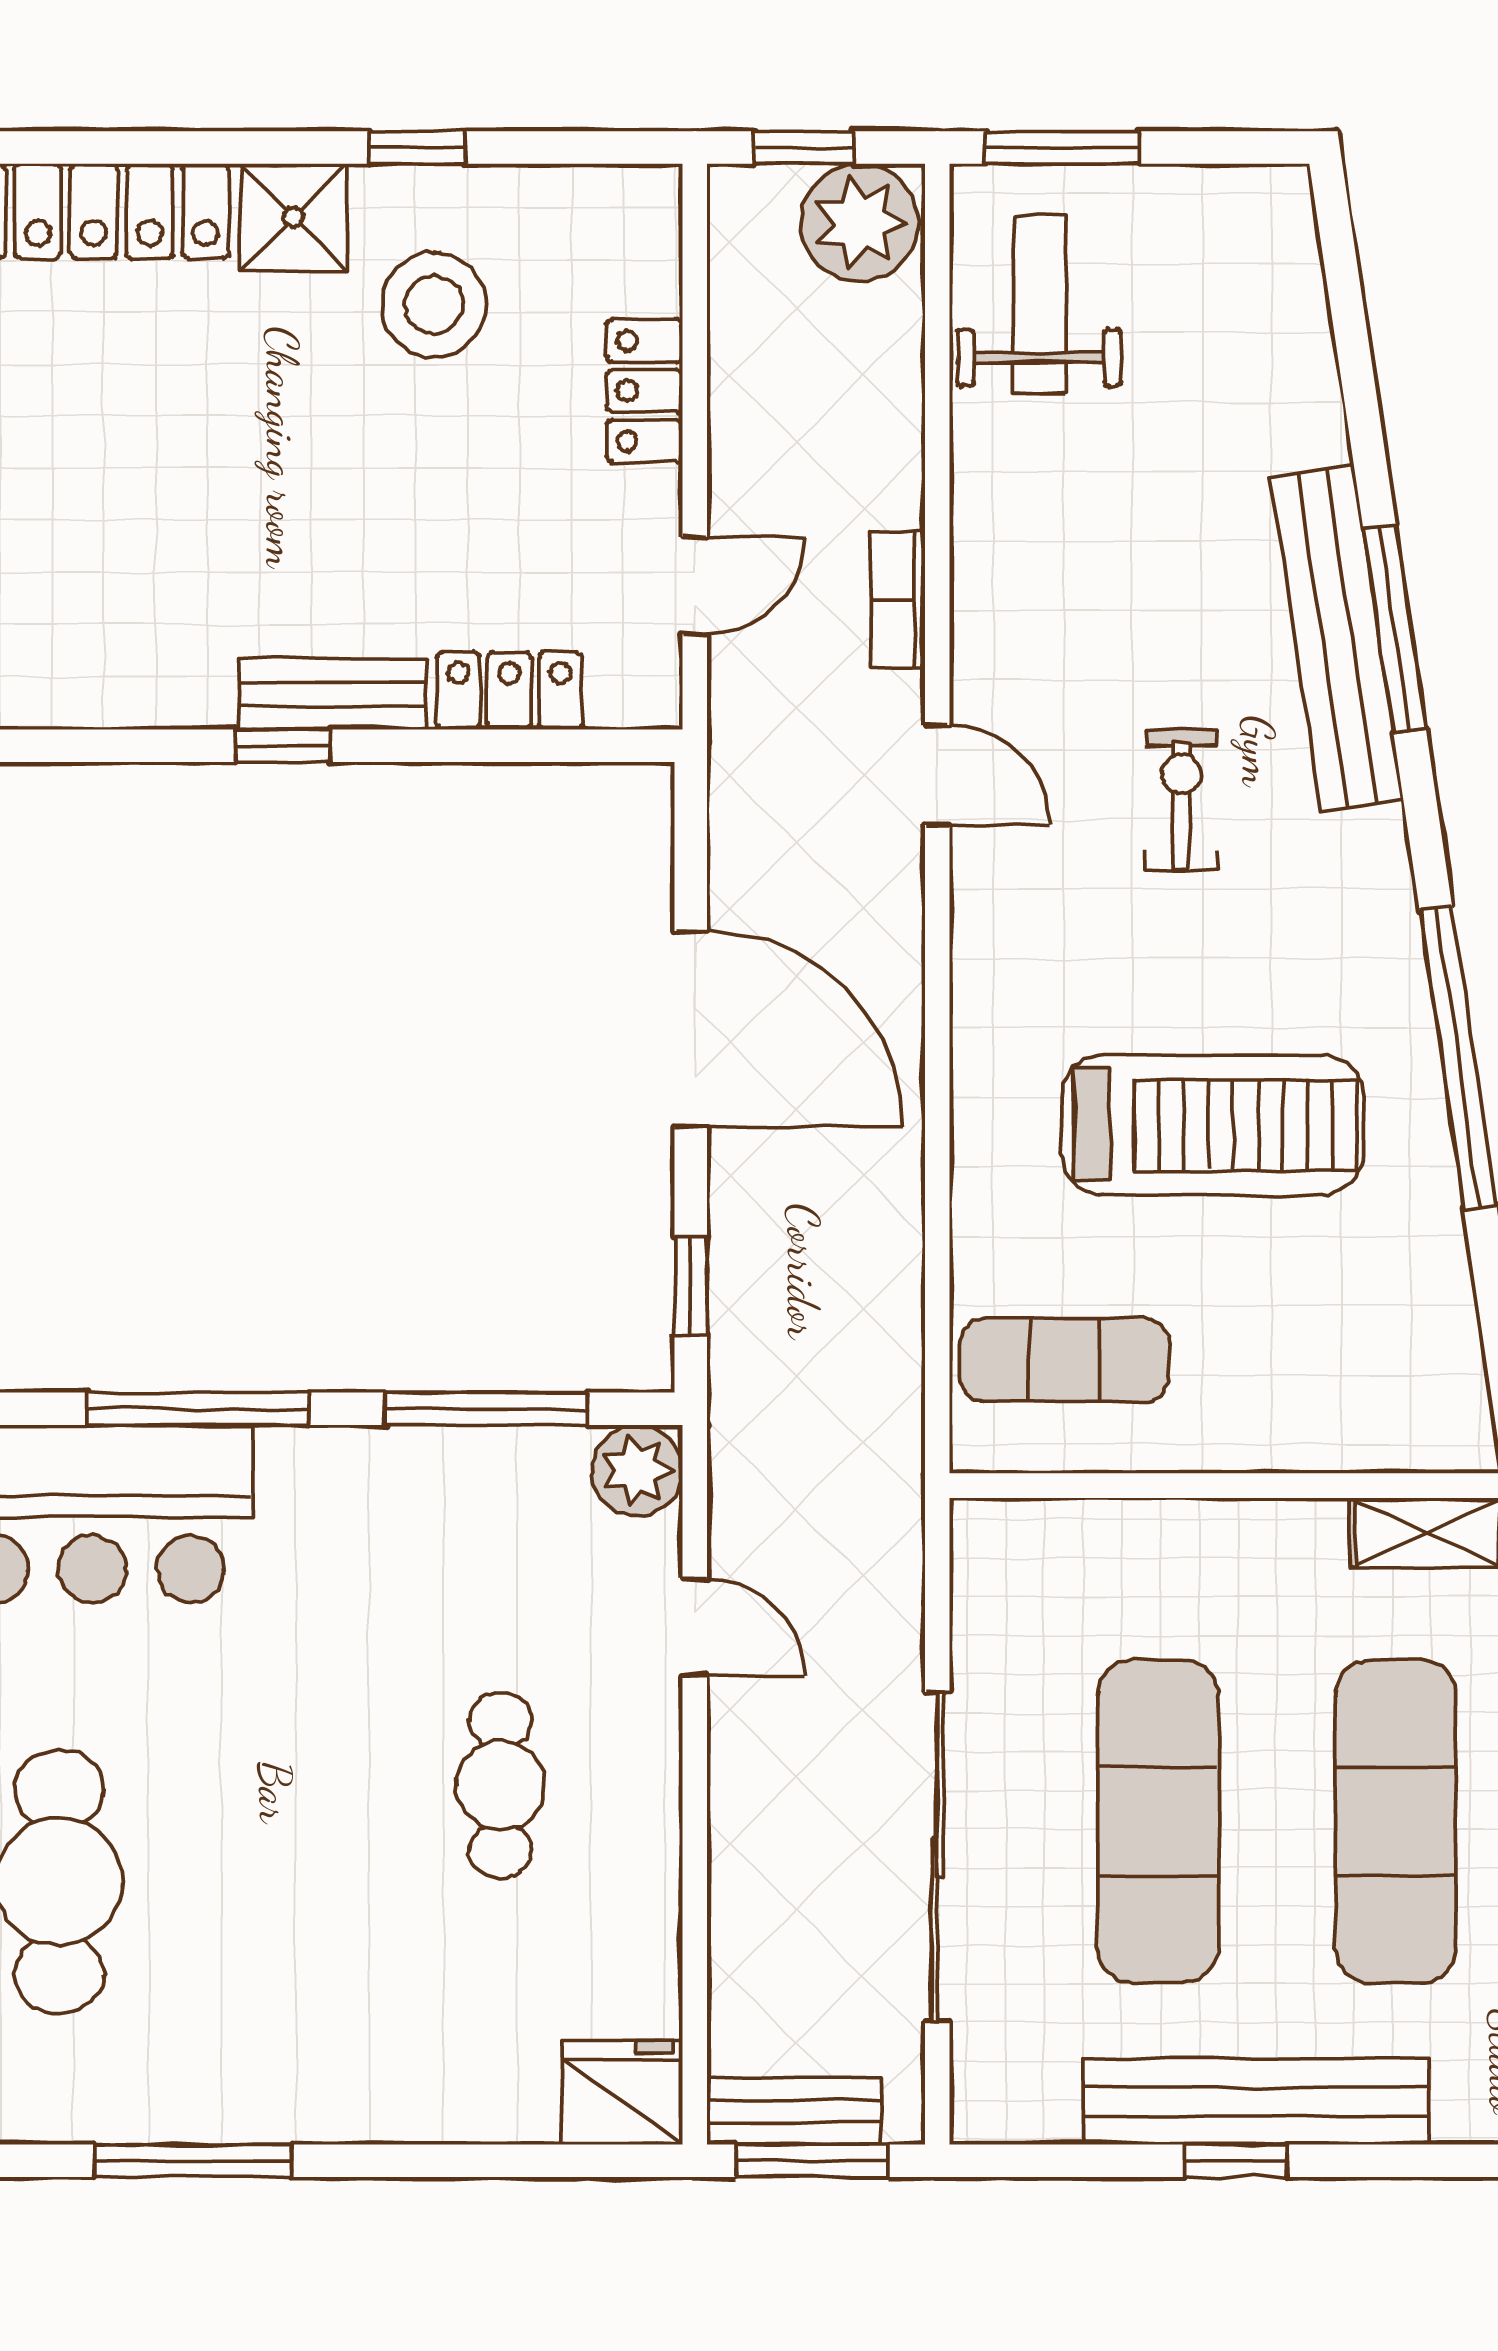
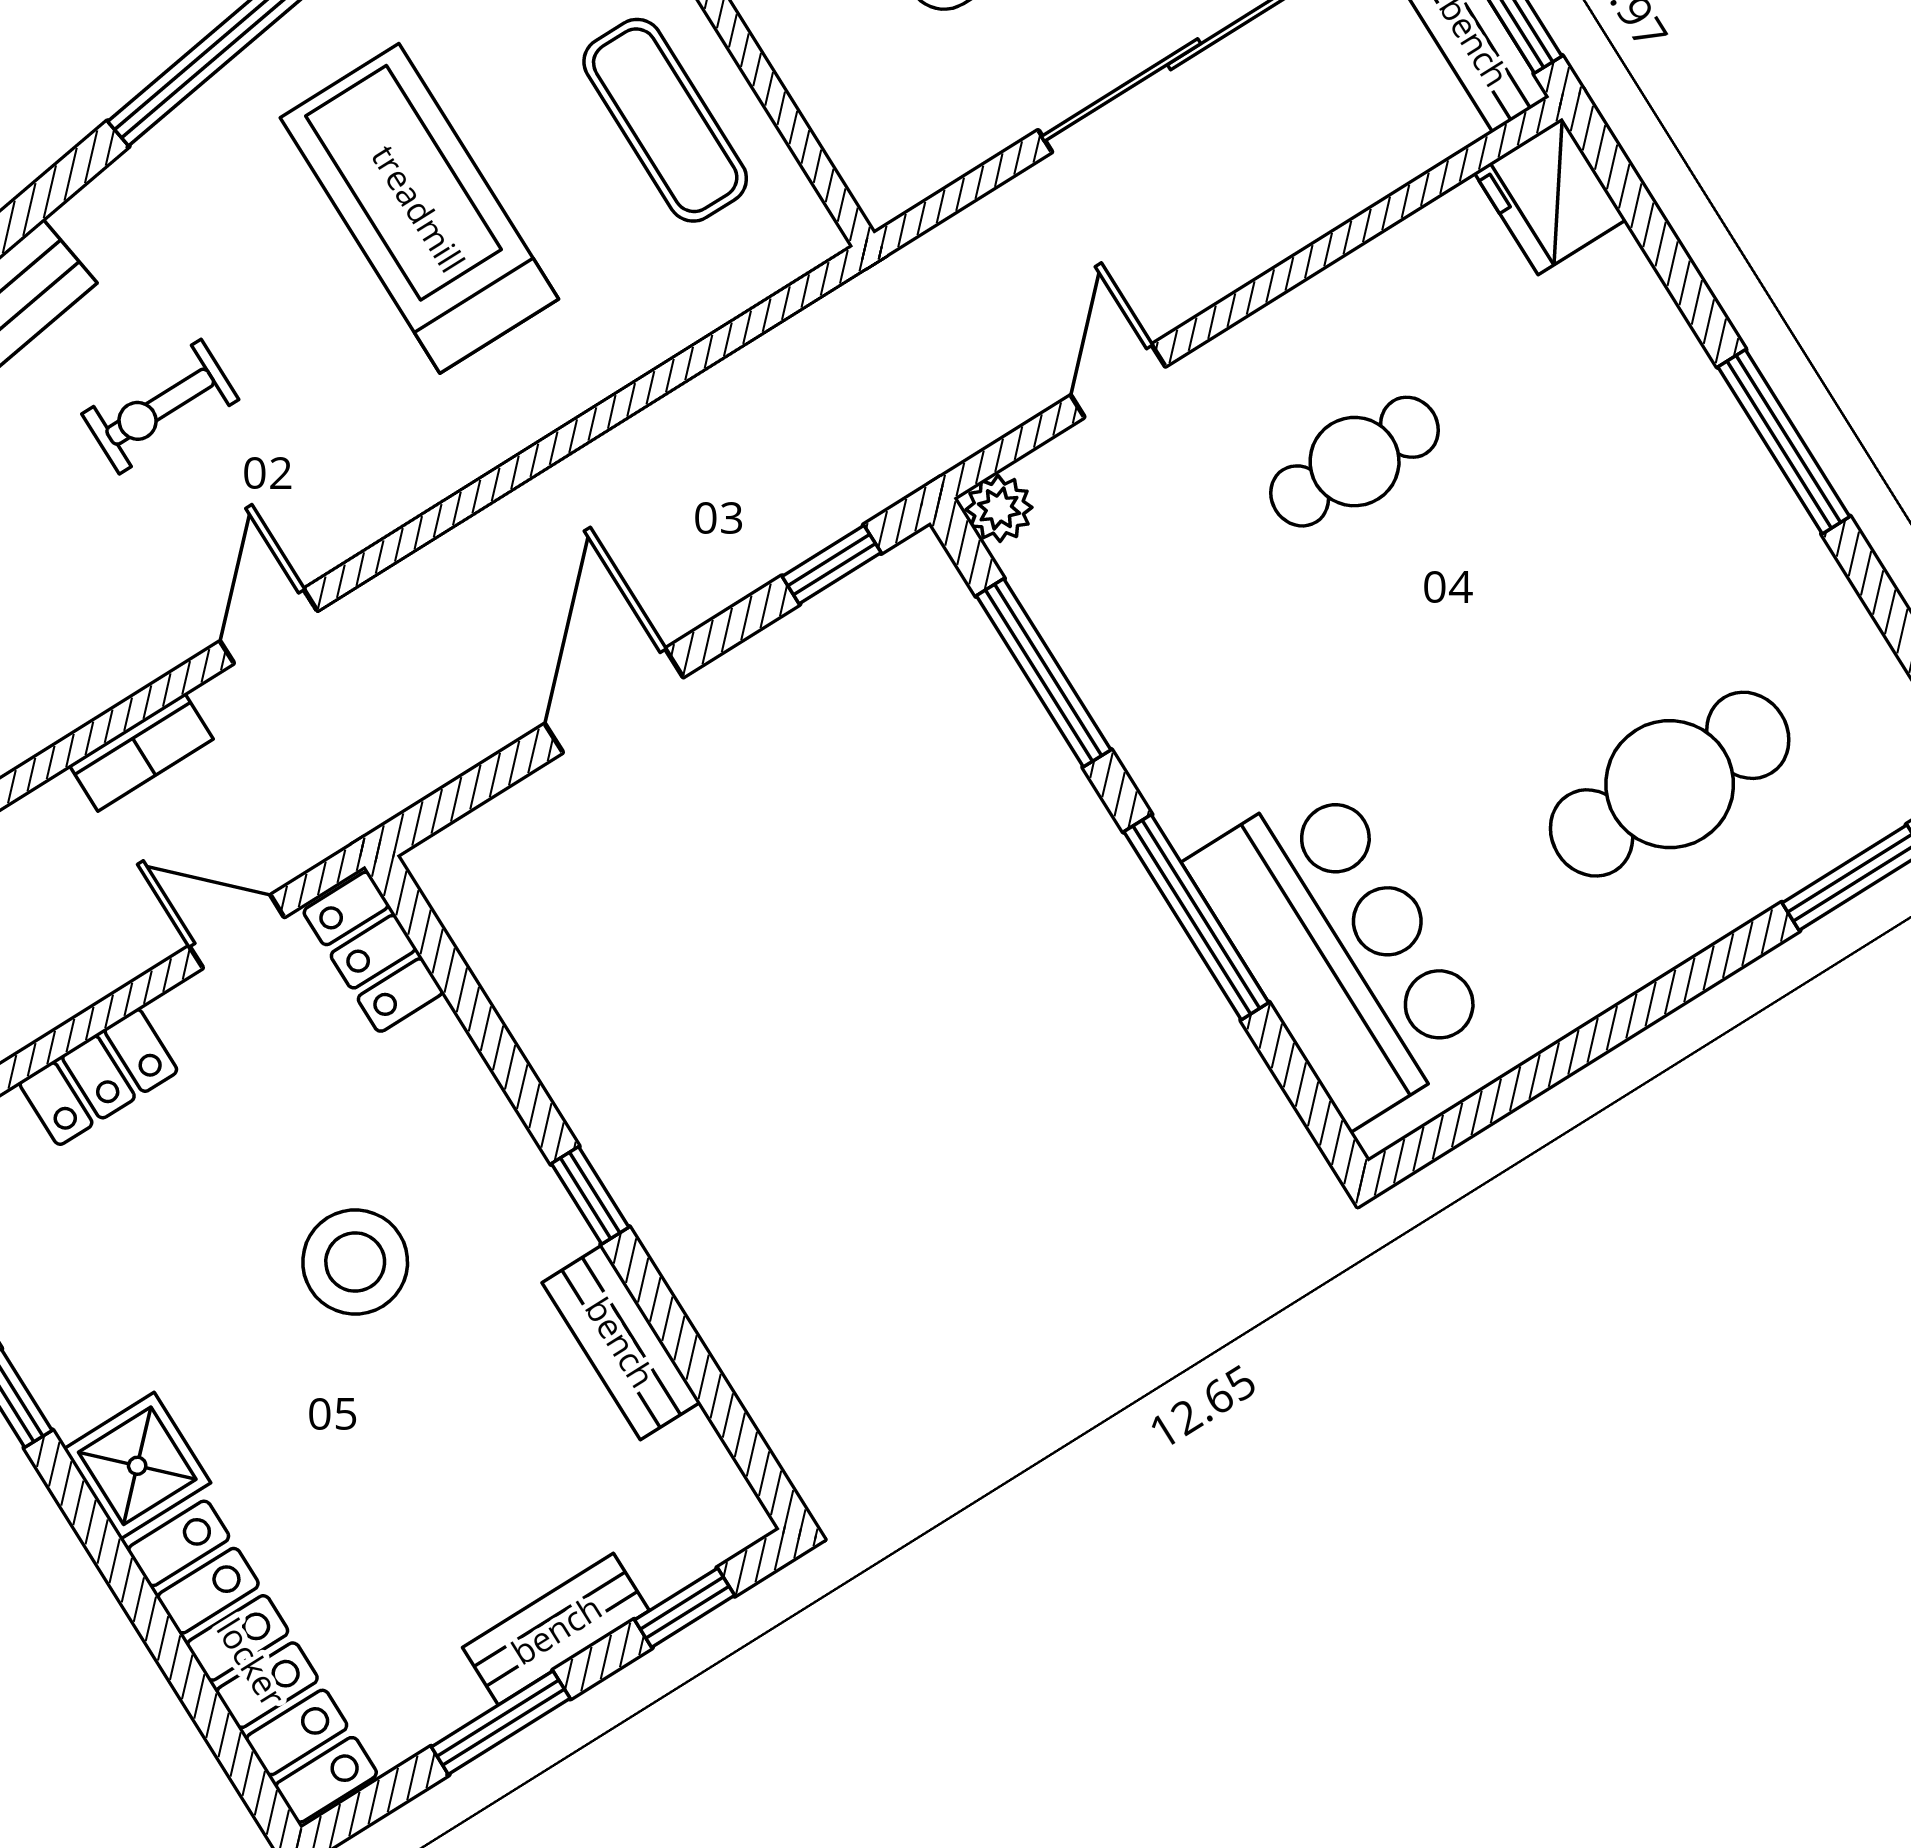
stool: (434, 305) -> (355, 1262), moved
locker: (509, 691) -> (373, 952), moved
bench: (333, 694) -> (621, 1342), moved
door: (691, 1029) -> (614, 701), width x0.73
exercise mat: (1065, 1360) -> (665, 120), moved
plant: (637, 1471) -> (999, 509), width x0.73, depth x0.73
window: (193, 2161) -> (1784, 442), moved

